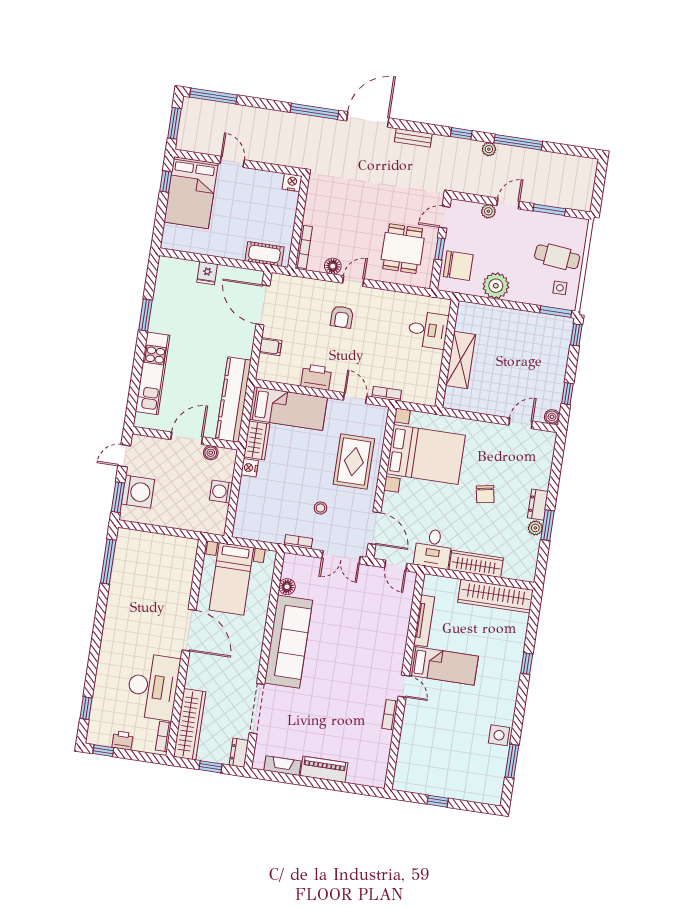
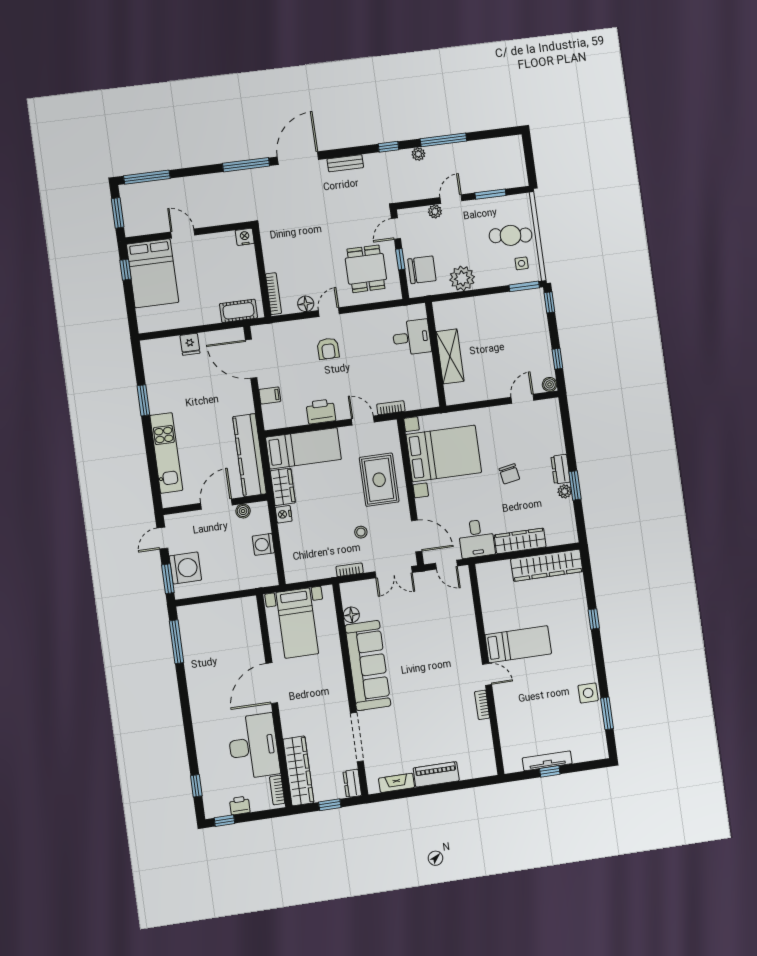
tv unit: (424, 621) -> (547, 761), moved, turned -90
door: (189, 630) -> (272, 683), swing flipped

